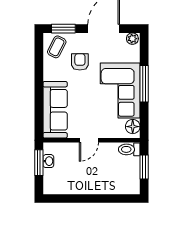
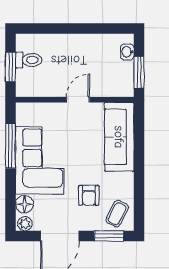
window: (144, 84) -> (10, 146), moved
floor lamp: (133, 127) -> (24, 204), moved
toilet: (129, 149) -> (29, 60), moved
washbasin: (48, 161) -> (127, 52), moved

